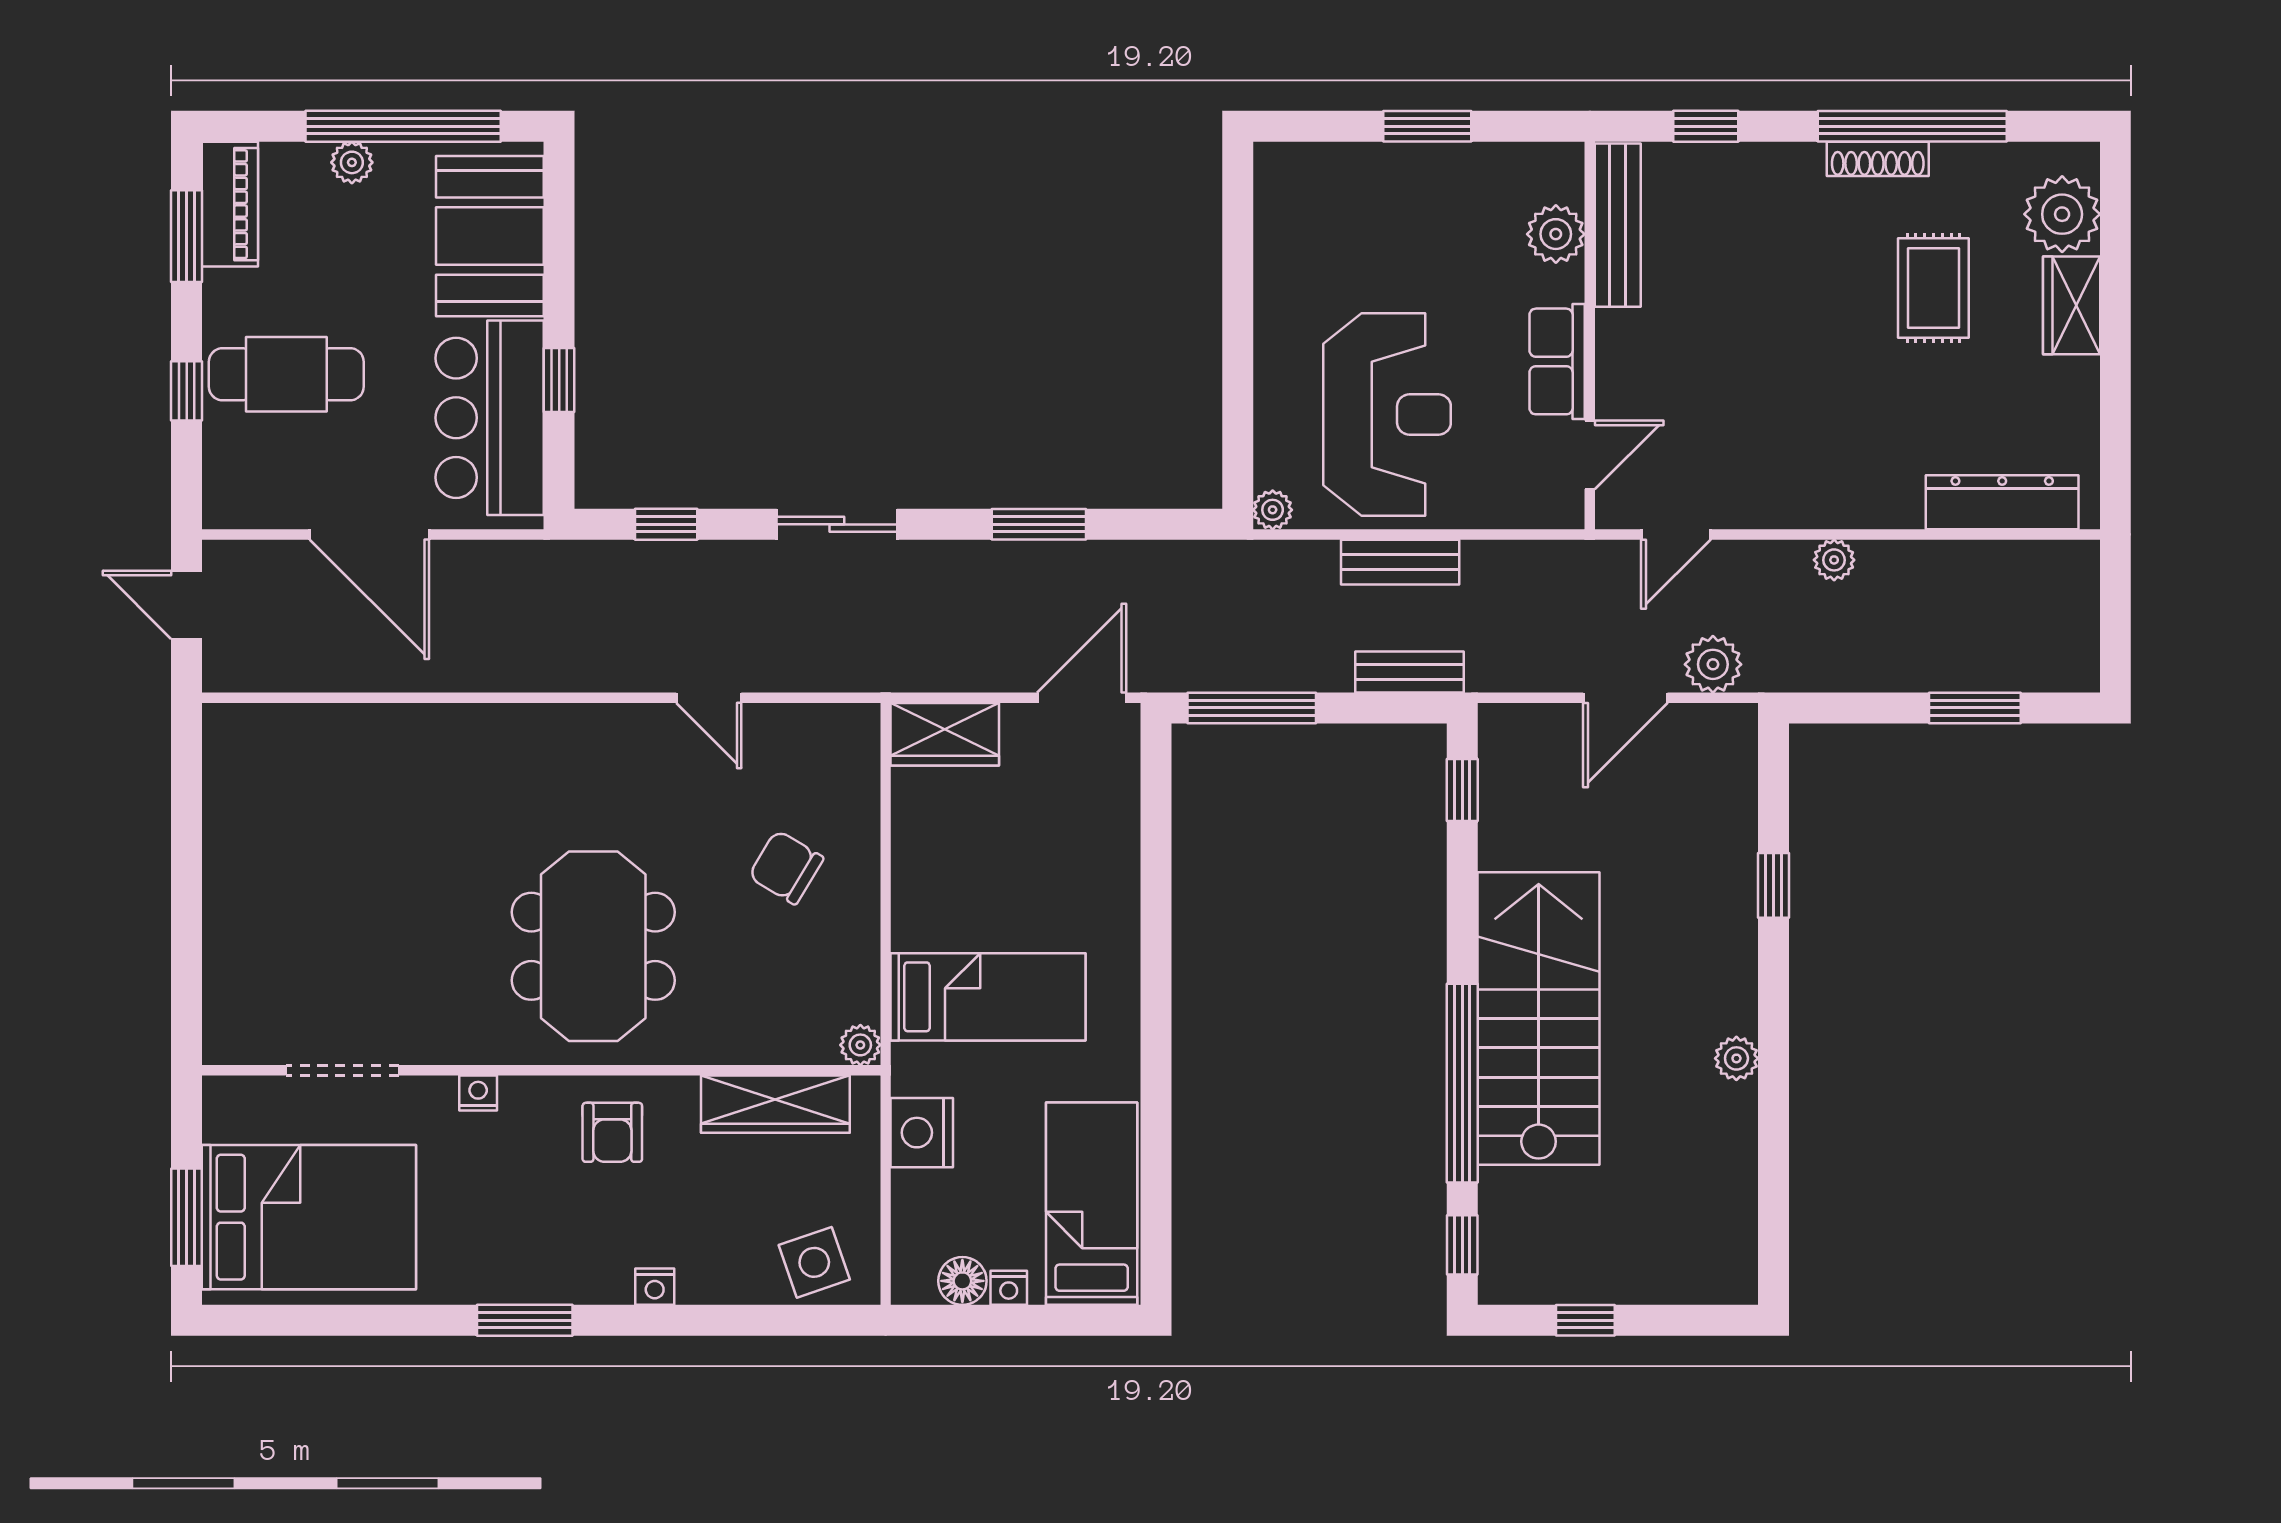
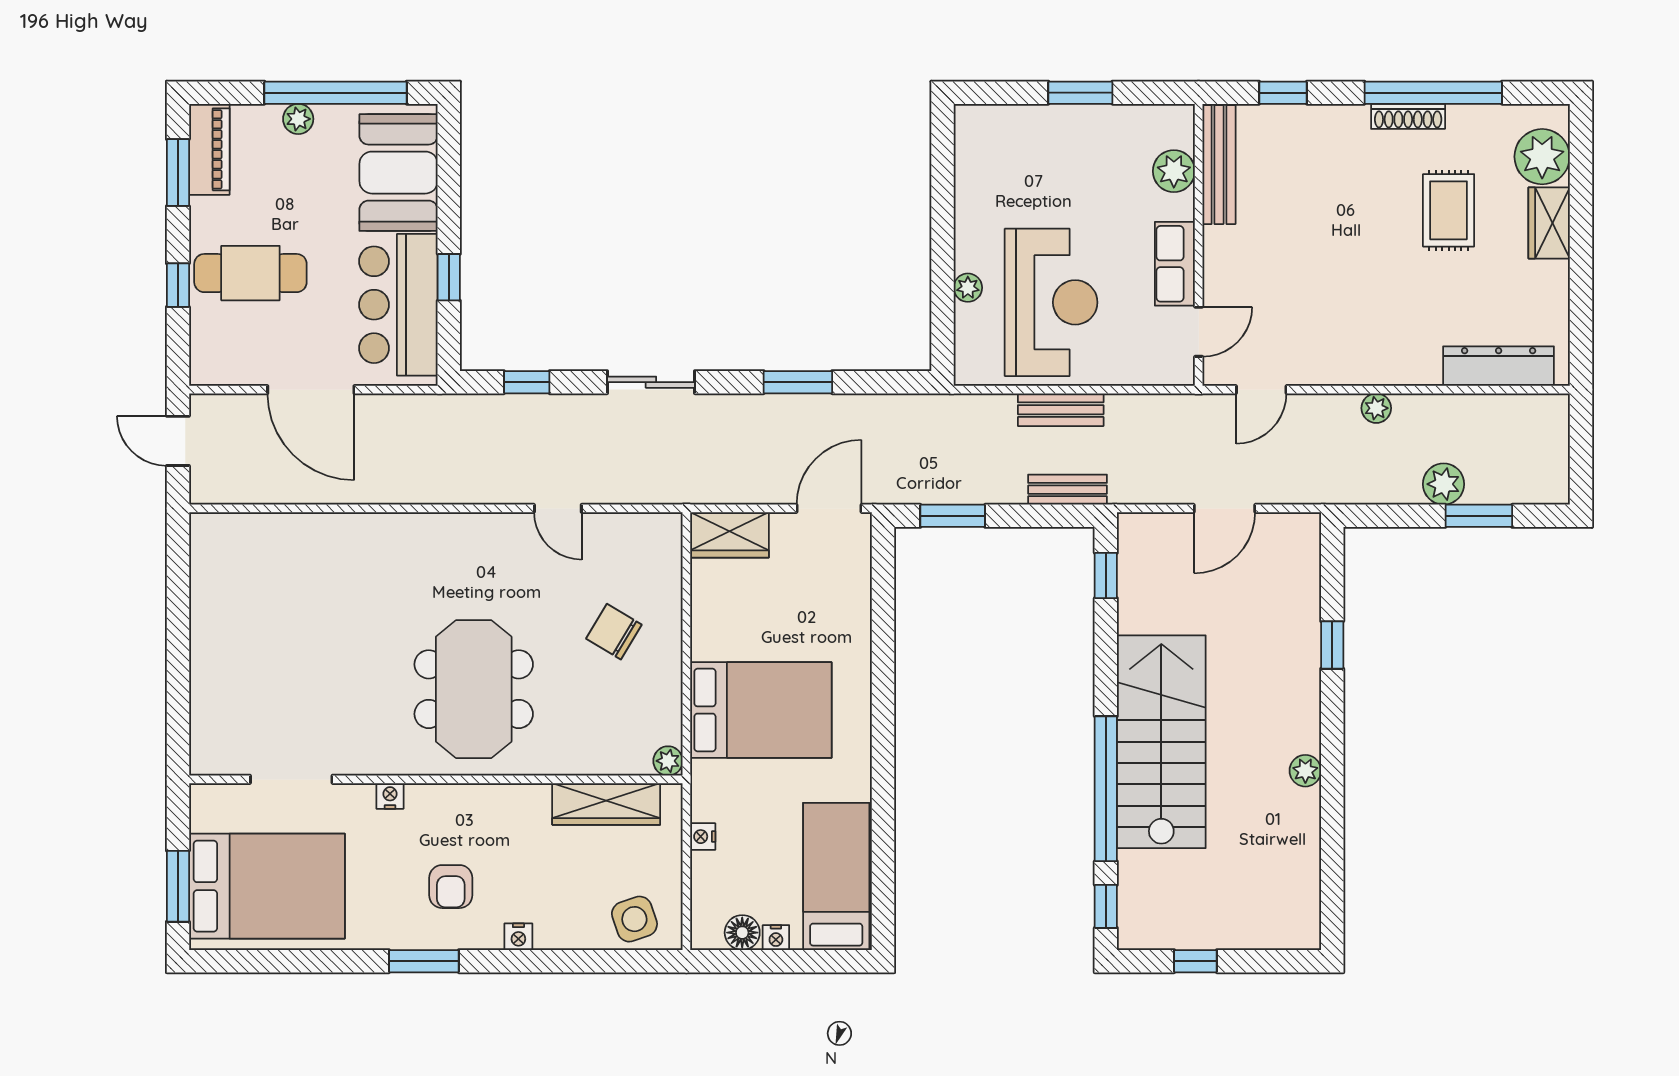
plant: (1273, 510) -> (968, 288), moved
plant: (1713, 664) -> (1444, 484), moved
window: (1252, 708) -> (953, 516), width x0.69
bed: (988, 997) -> (761, 710), width x1.50
armchair: (612, 1132) -> (451, 887), moved
nightstand: (922, 1133) -> (703, 837), width x0.53, depth x0.56

